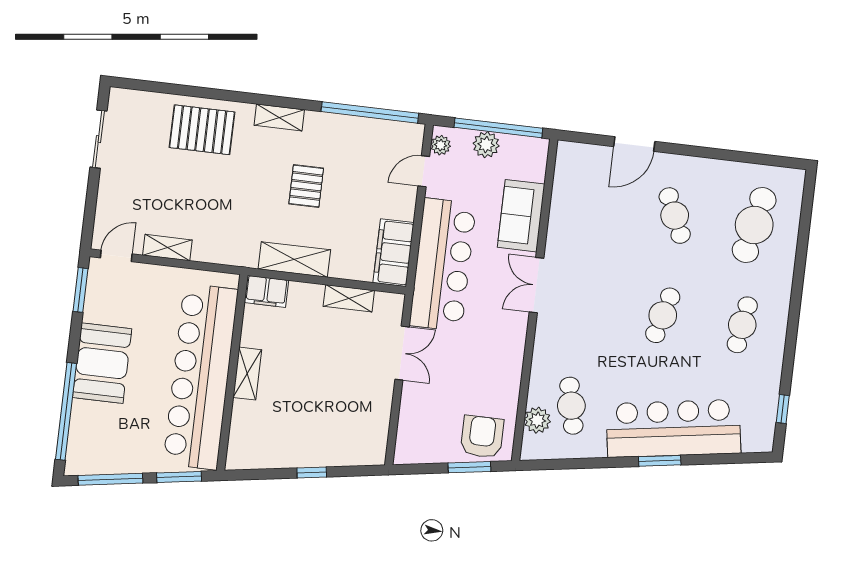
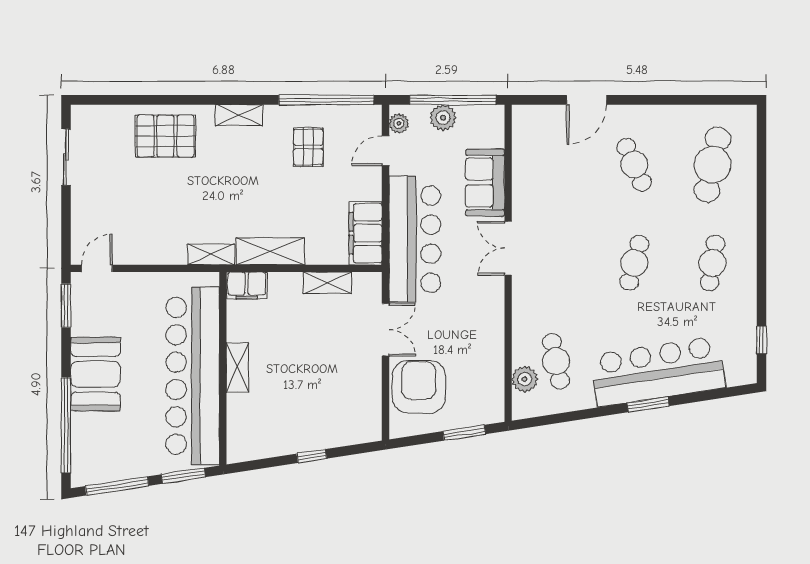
pallet: (306, 186) -> (308, 147), moved
shelving: (167, 248) -> (211, 254), moved
armchair: (482, 437) -> (419, 387), moved, width x1.36, depth x1.36

